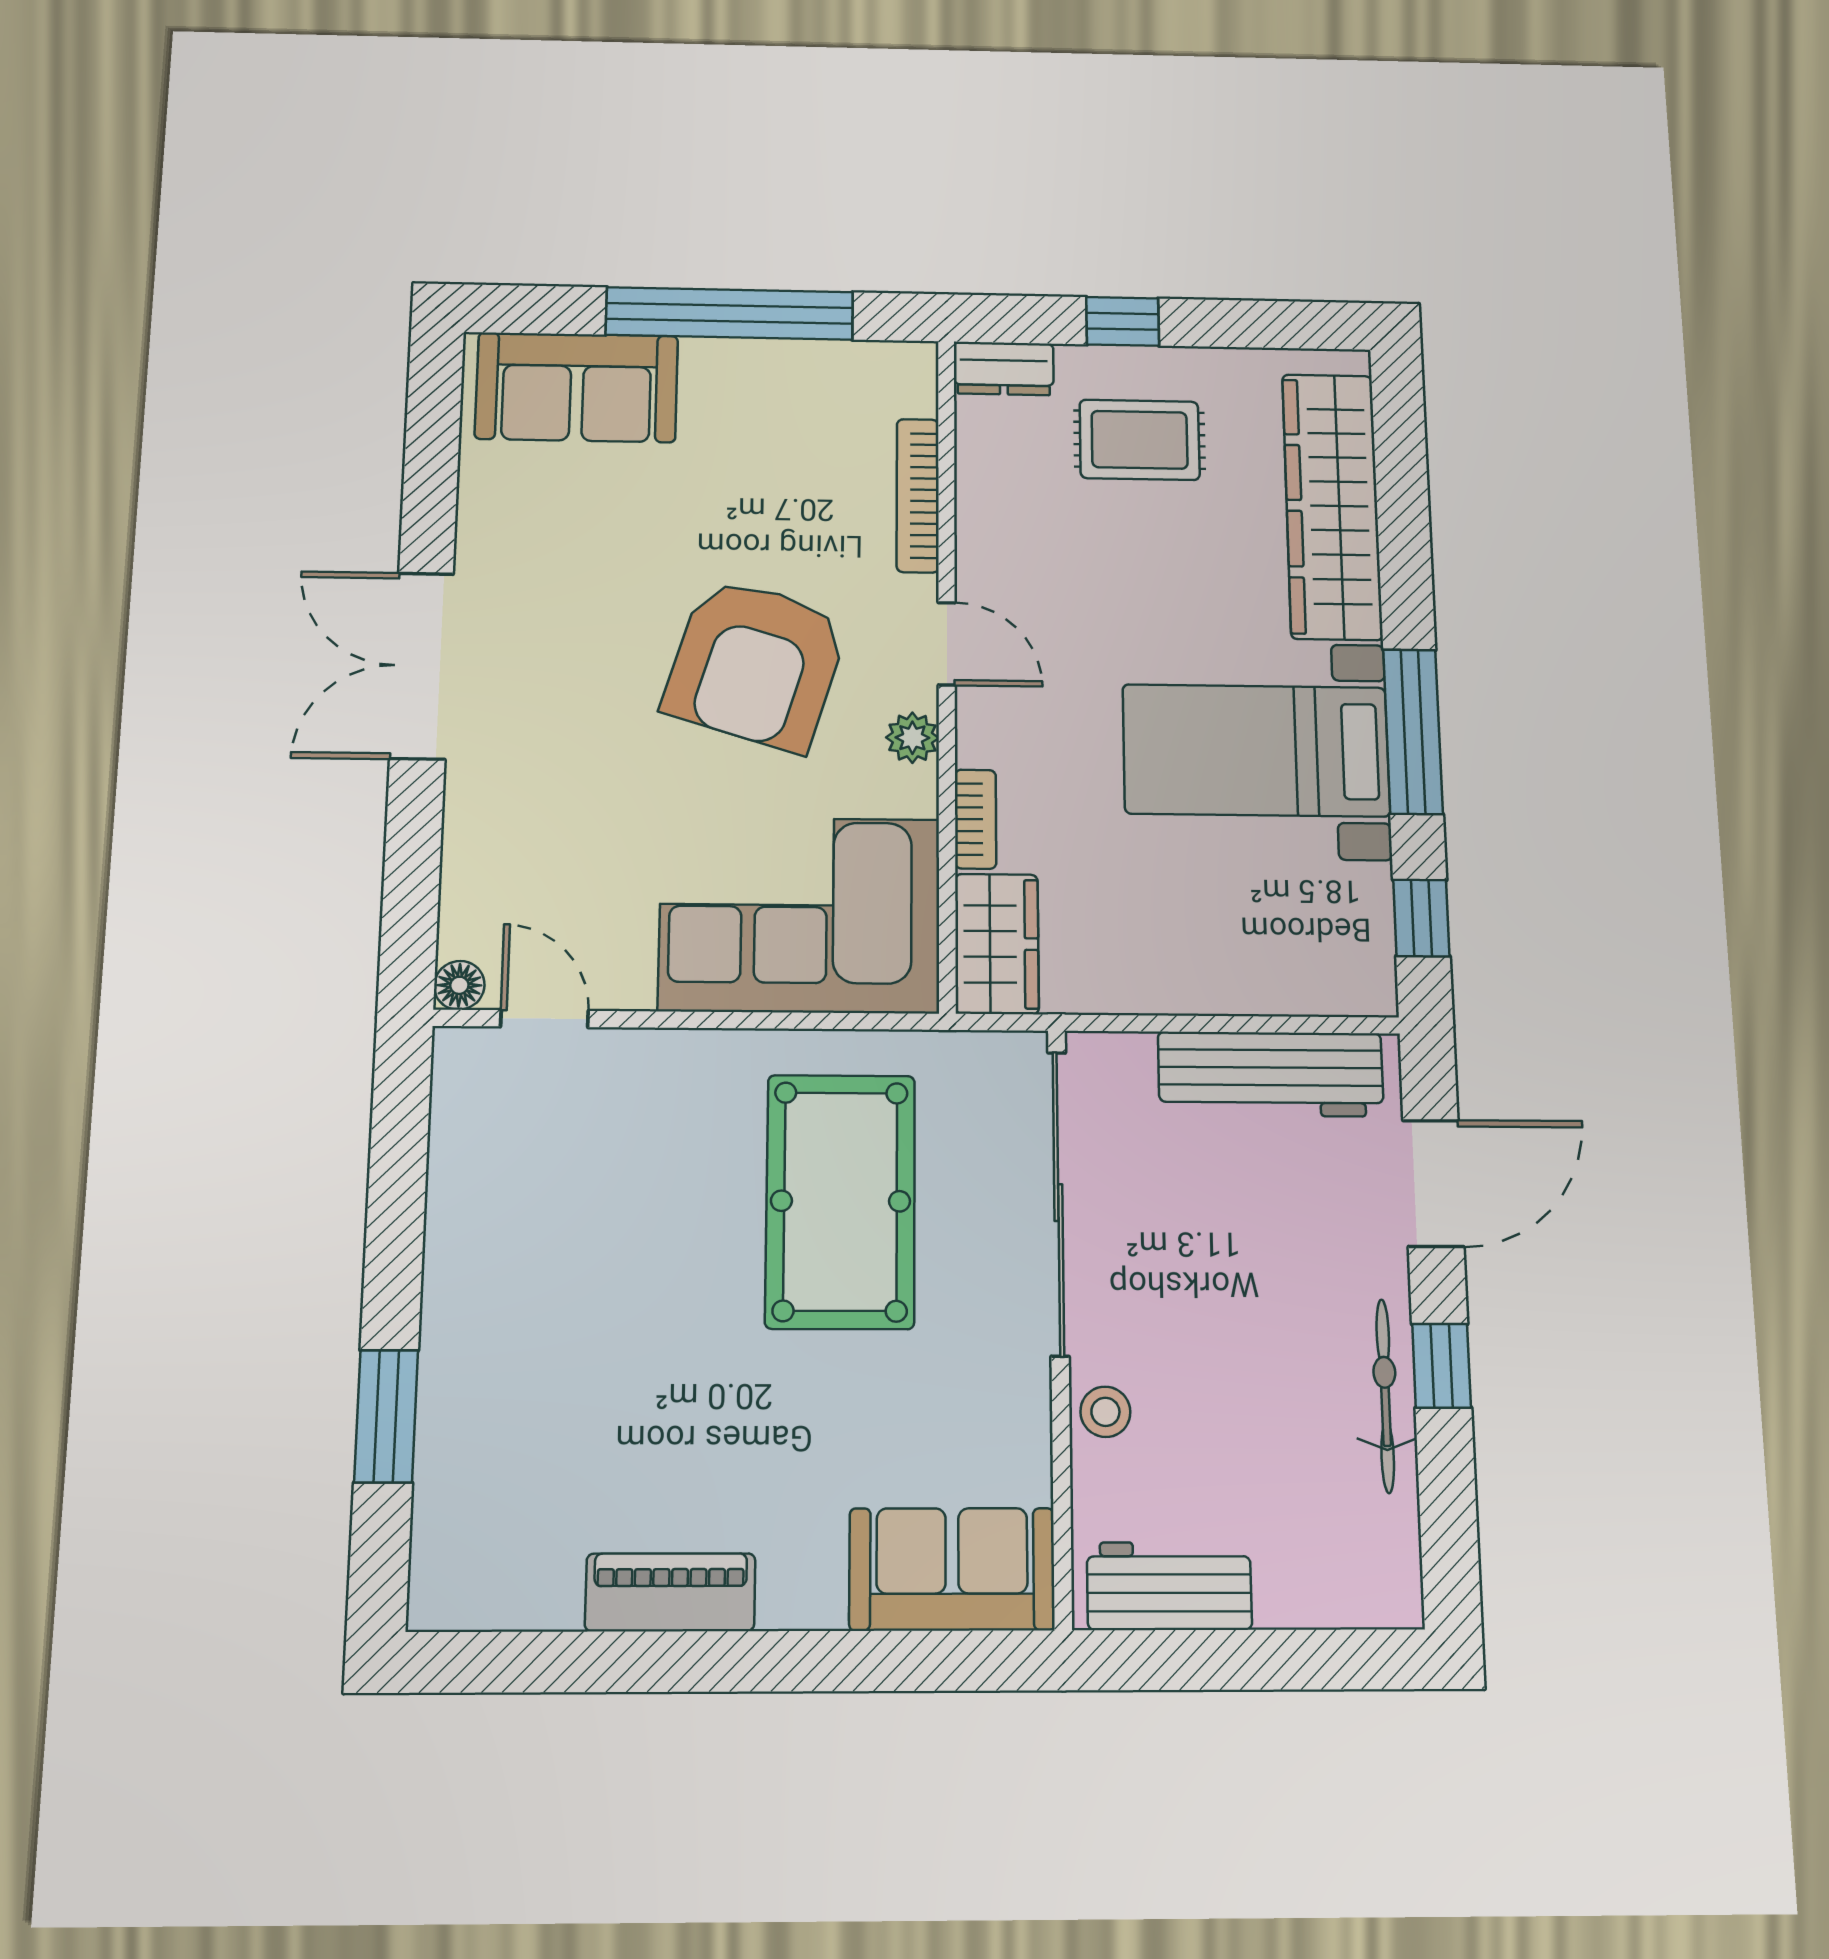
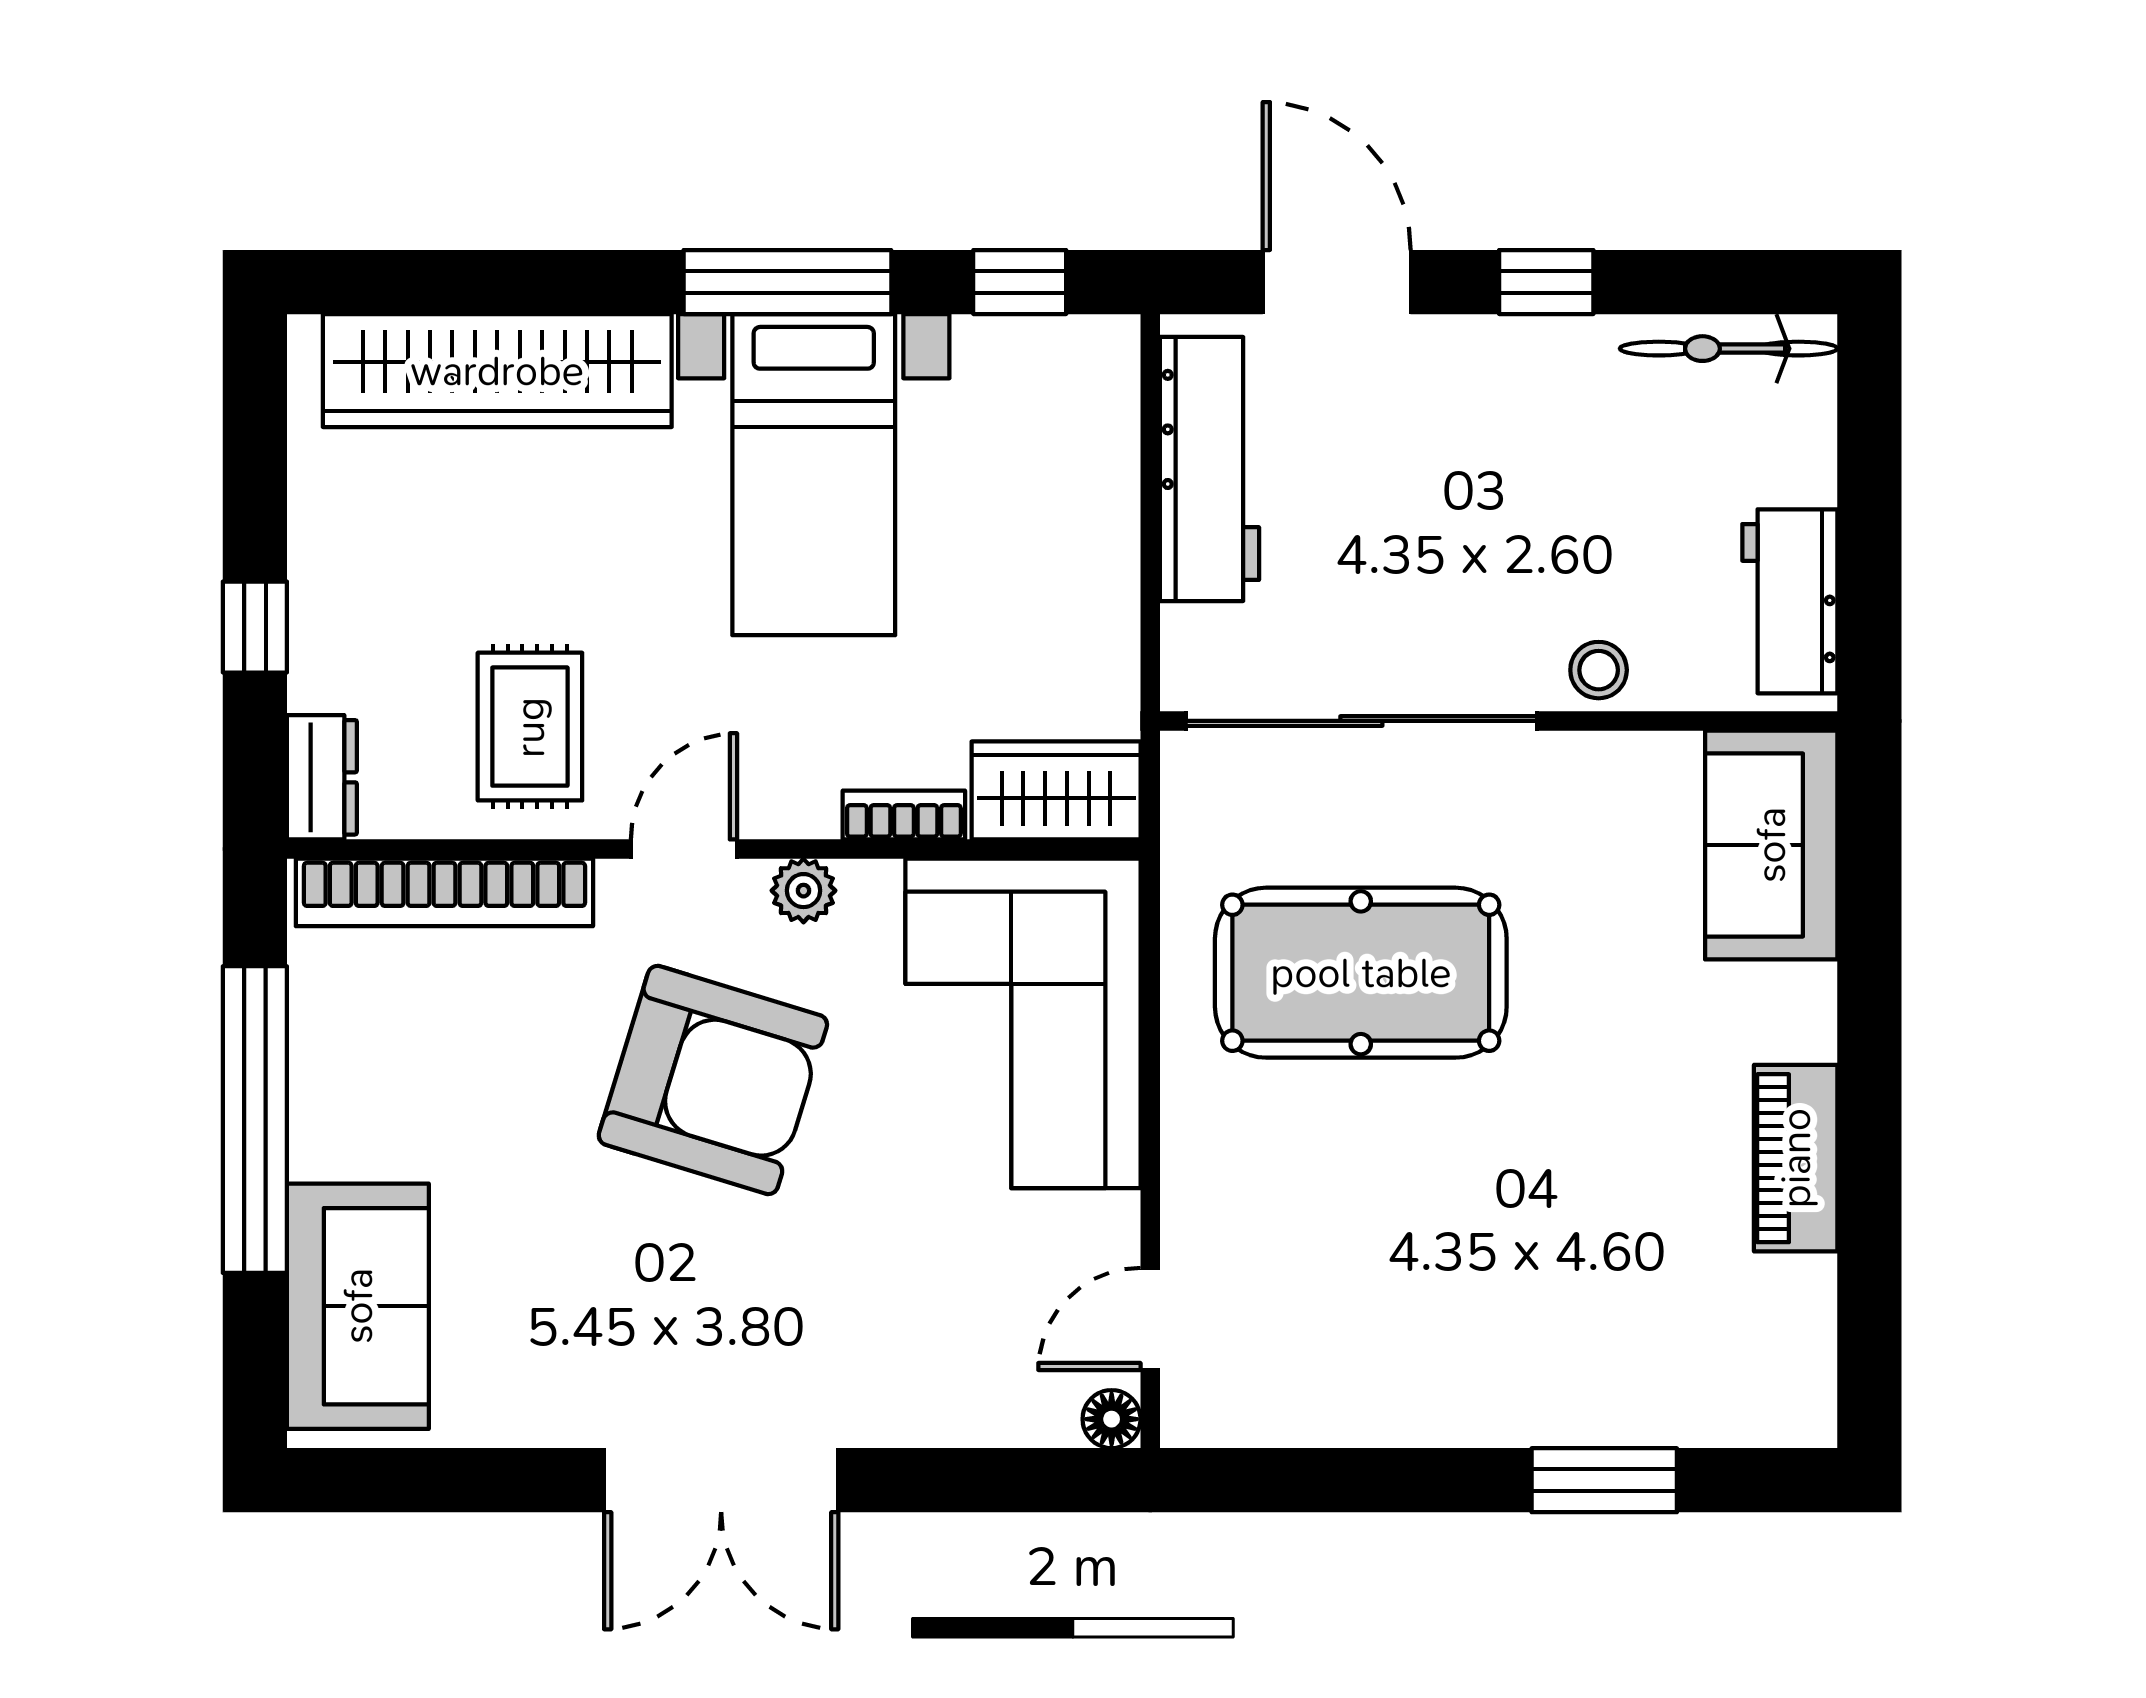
rug: (1140, 440) -> (530, 727), moved
bookcase: (918, 495) -> (444, 892), width x1.48, depth x1.31
bicycle: (1385, 1396) -> (1729, 349), moved

